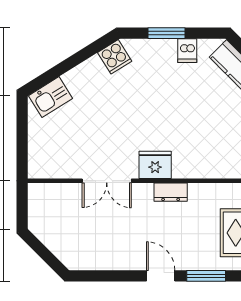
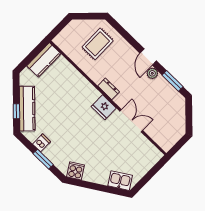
plant: (137, 261) -> (152, 73), added
window: (206, 276) -> (173, 81), moved

